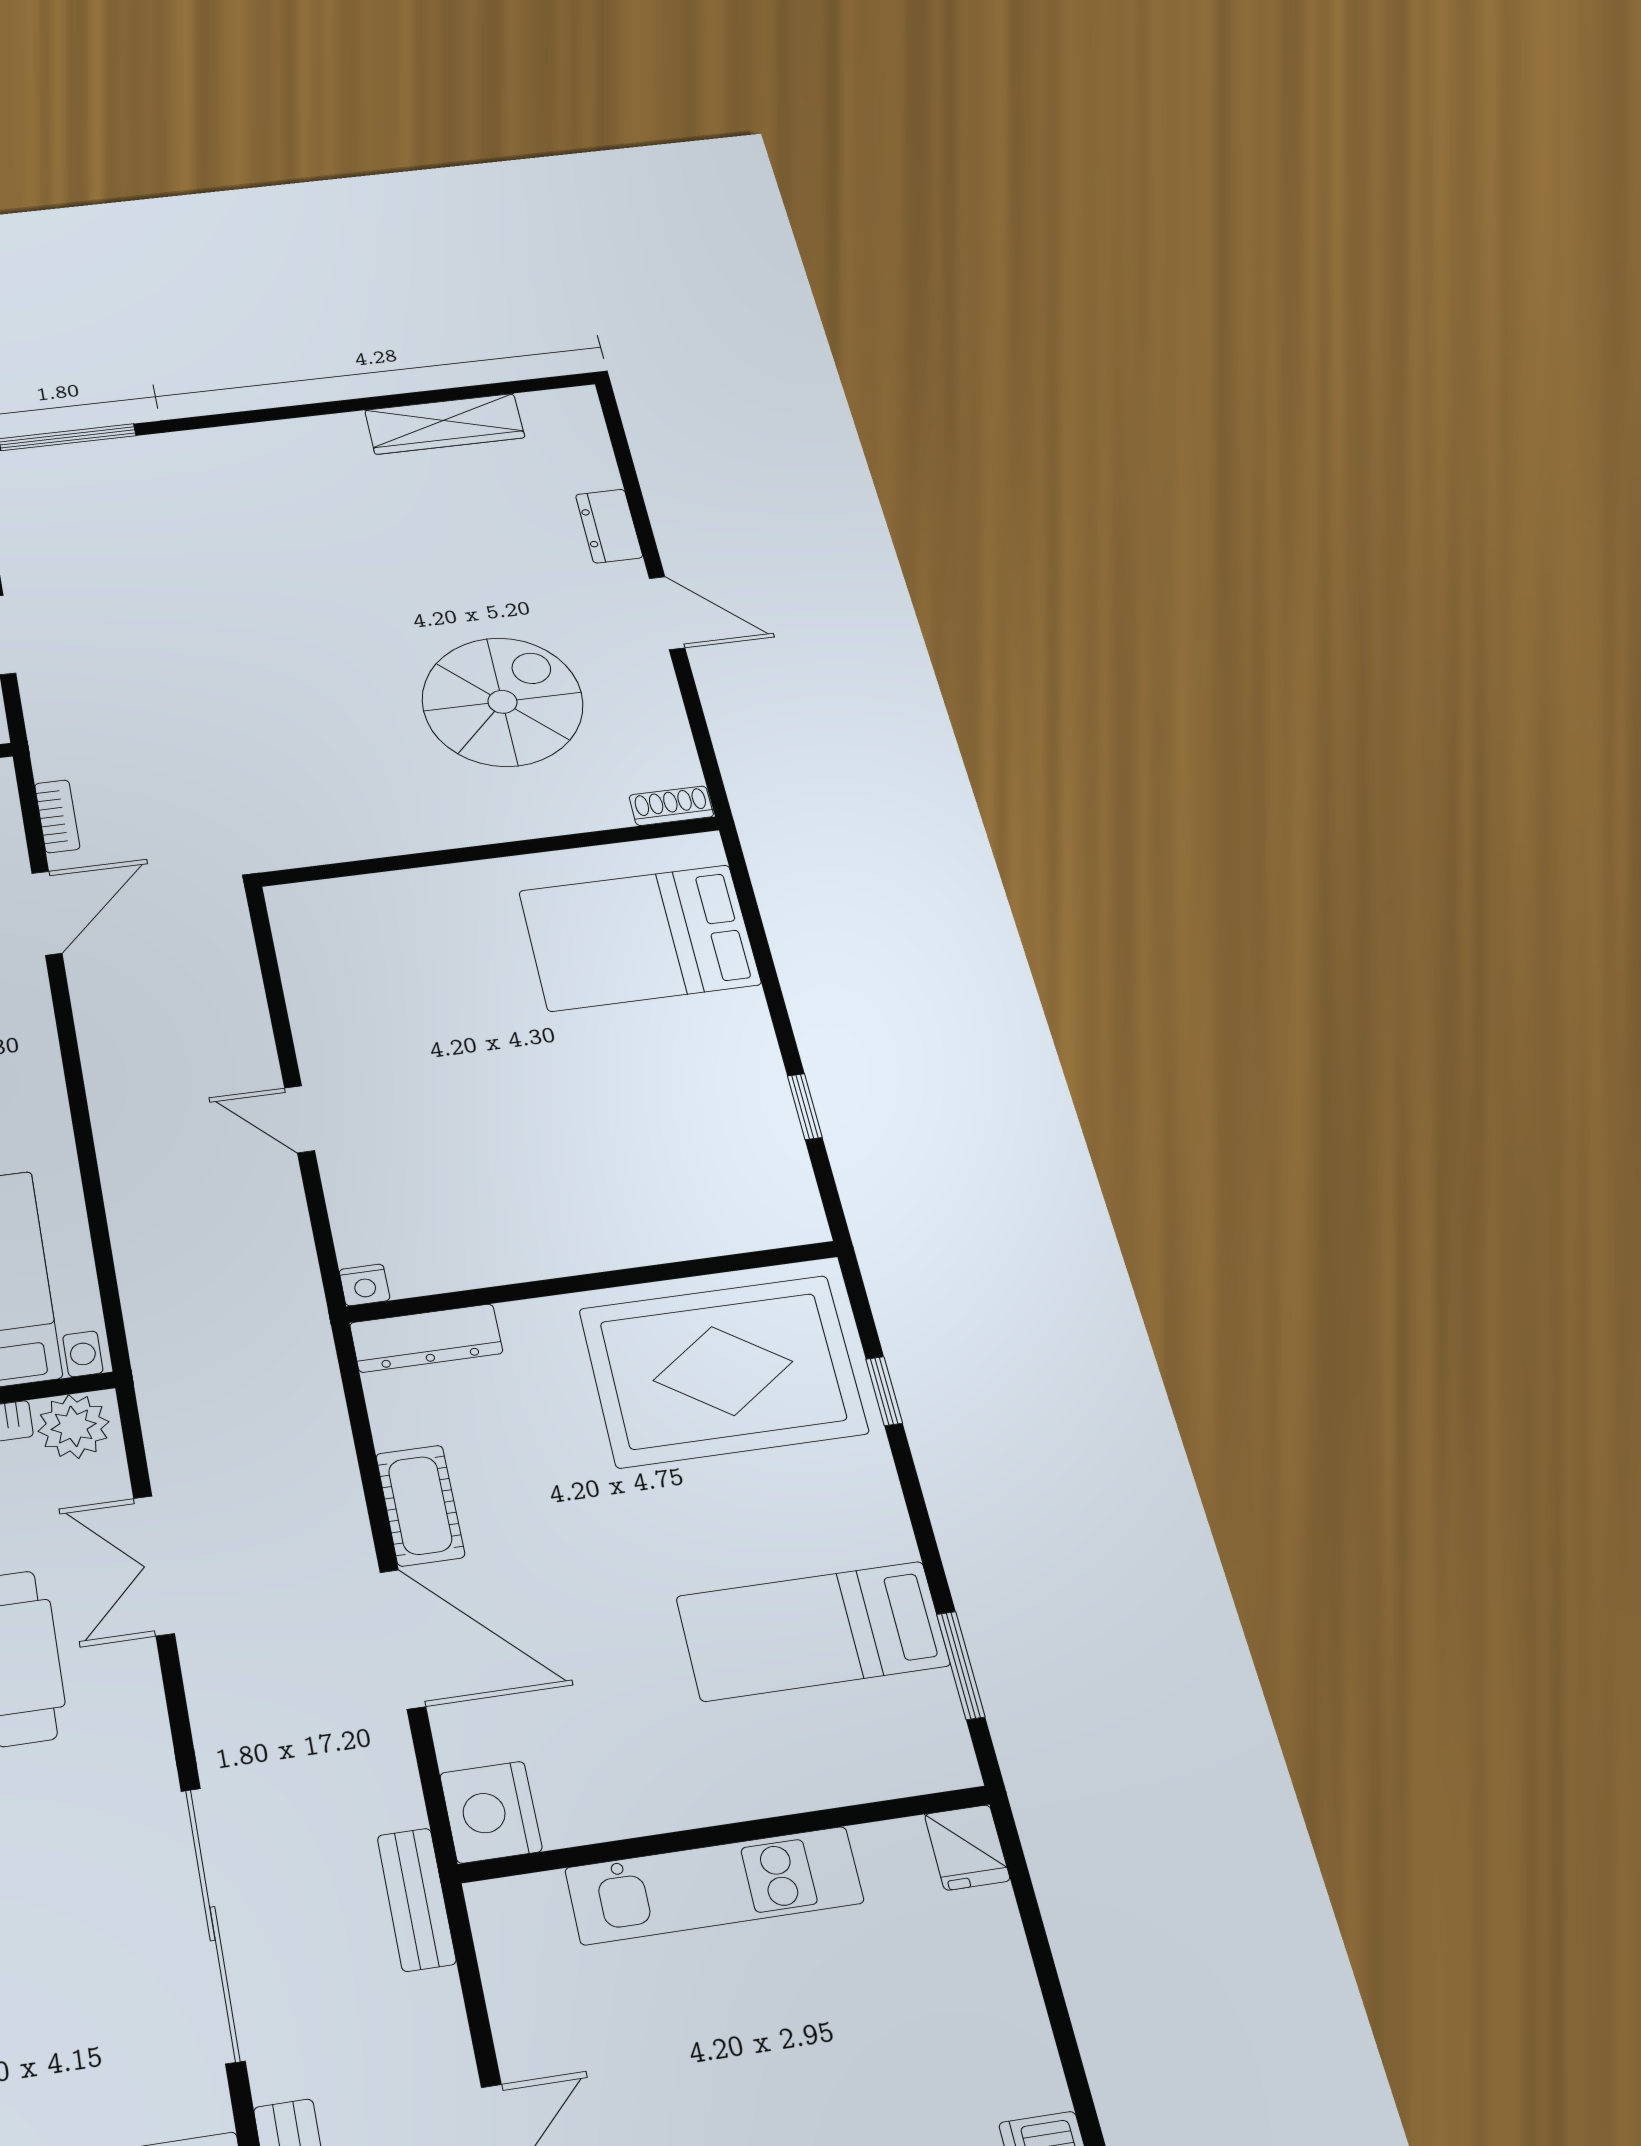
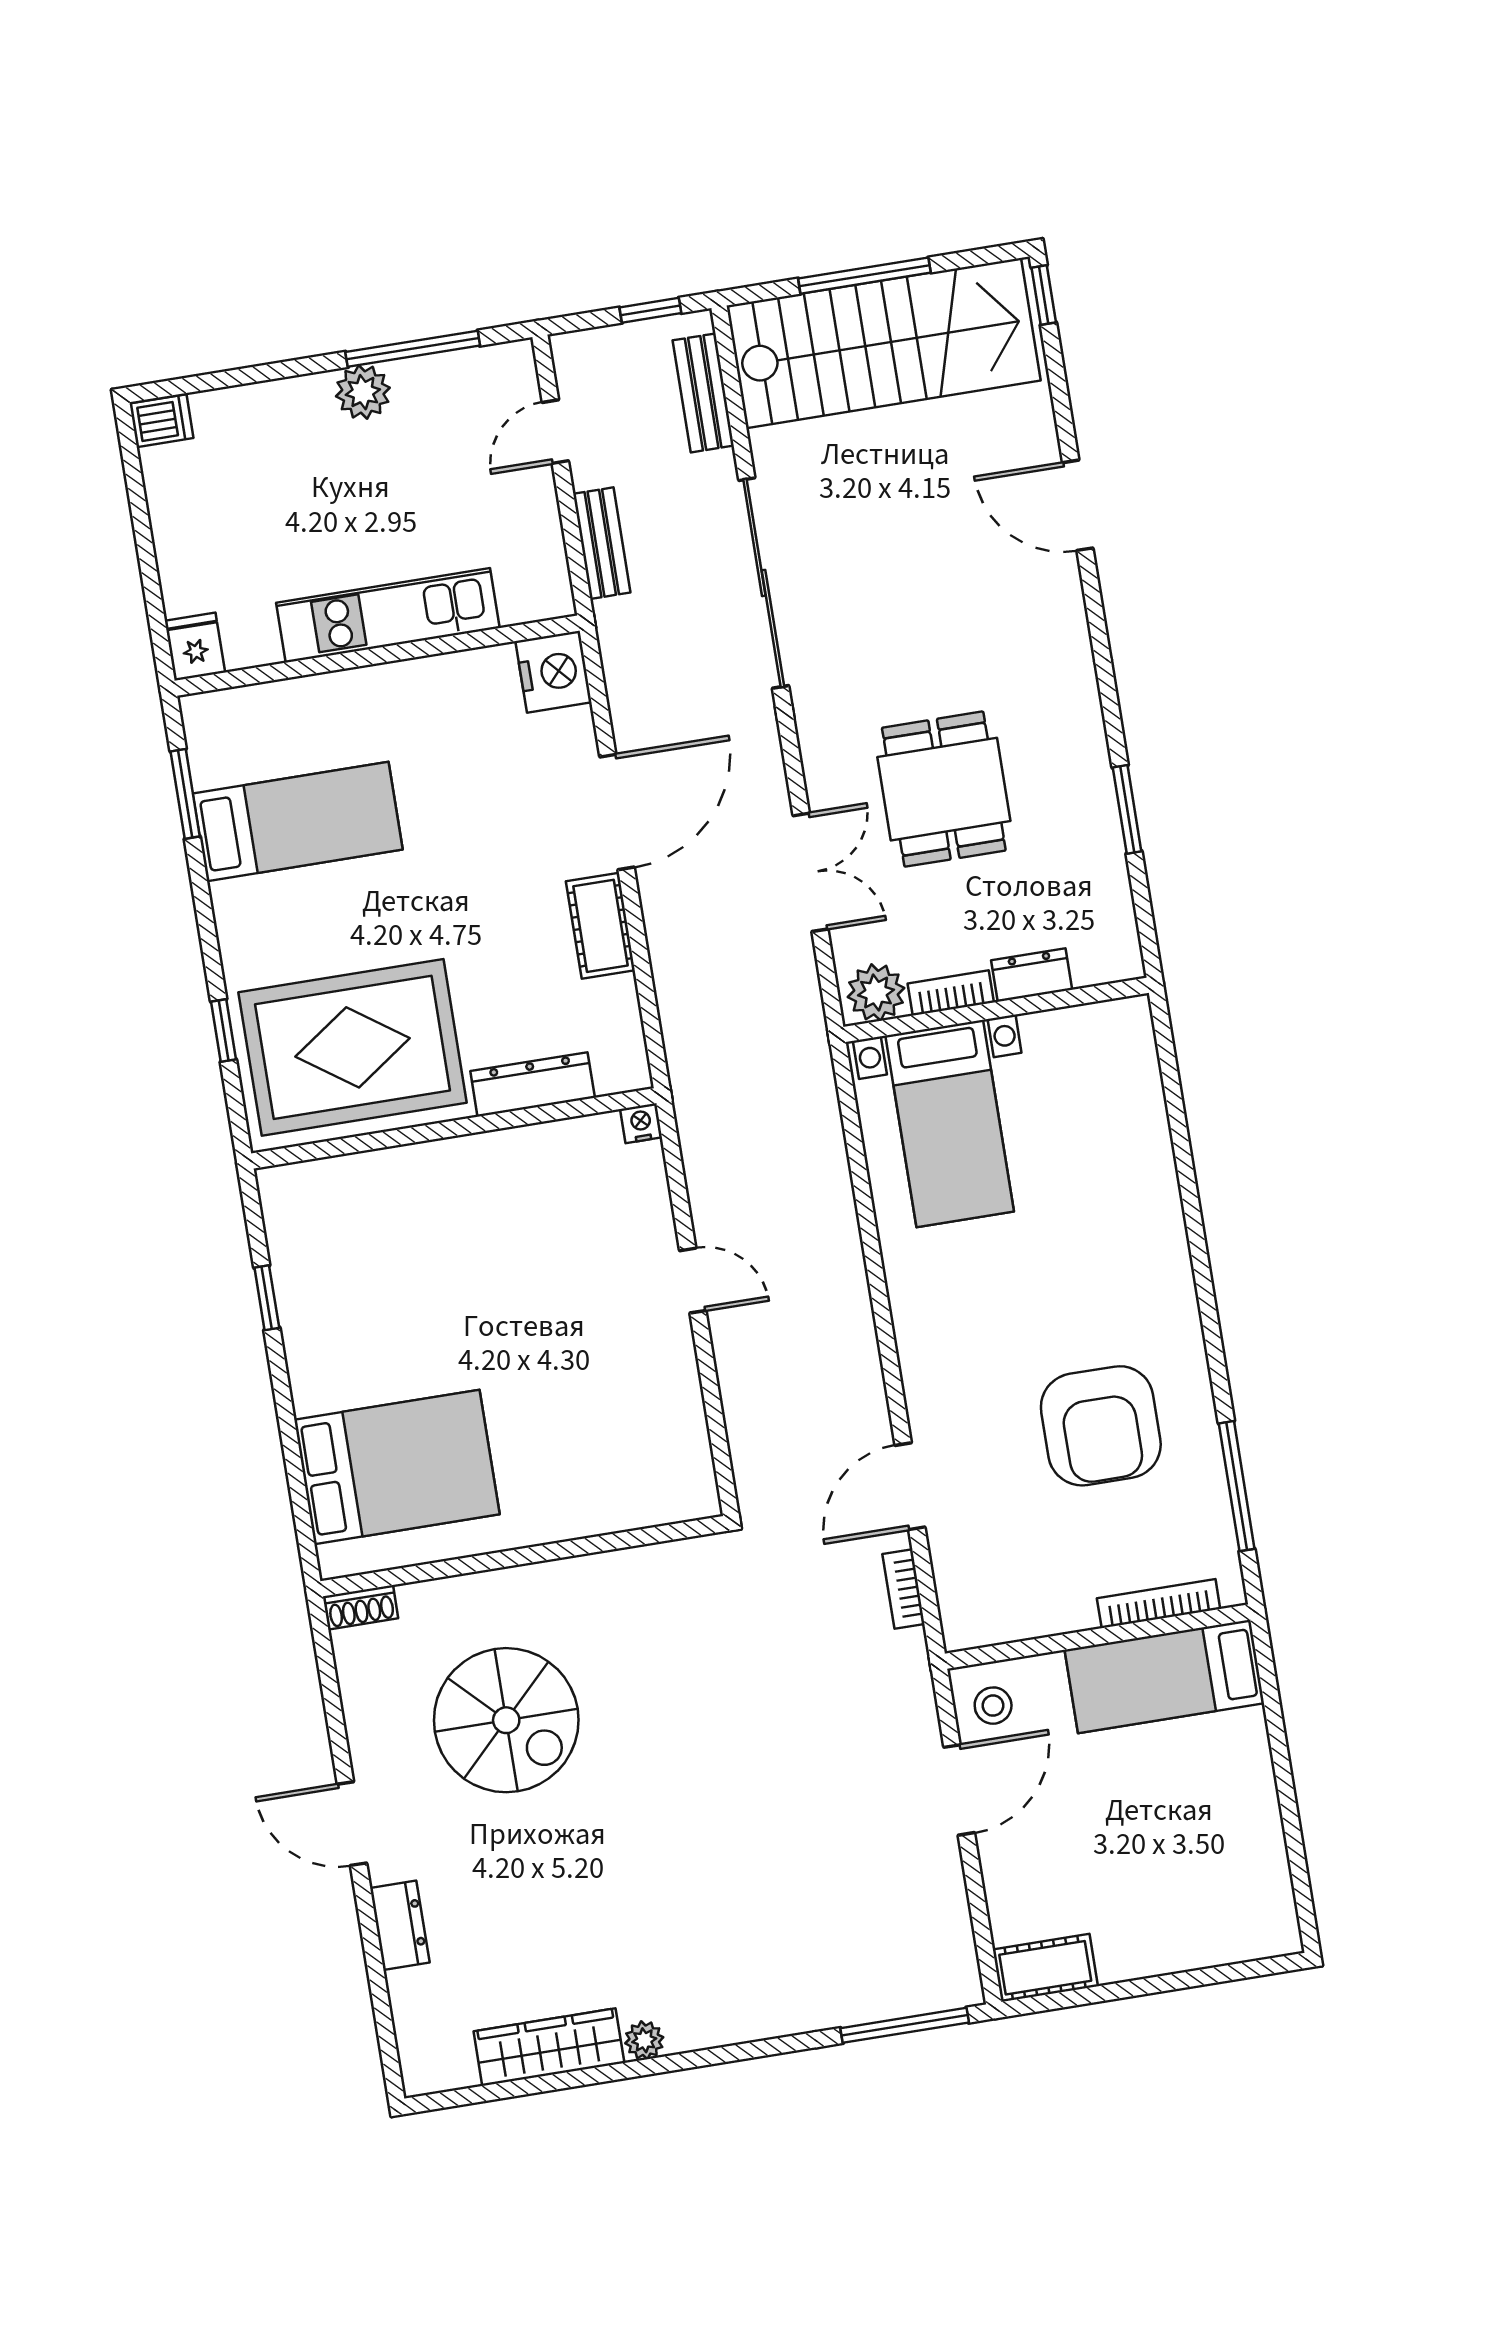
plant: (344, 428) -> (644, 2040), added
spiral stairs: (503, 702) -> (506, 1720), turned -90
dresser: (426, 1338) -> (533, 1084), moved
door: (403, 1639) -> (617, 812), swing flipped
bench: (417, 1899) -> (602, 543), moved

